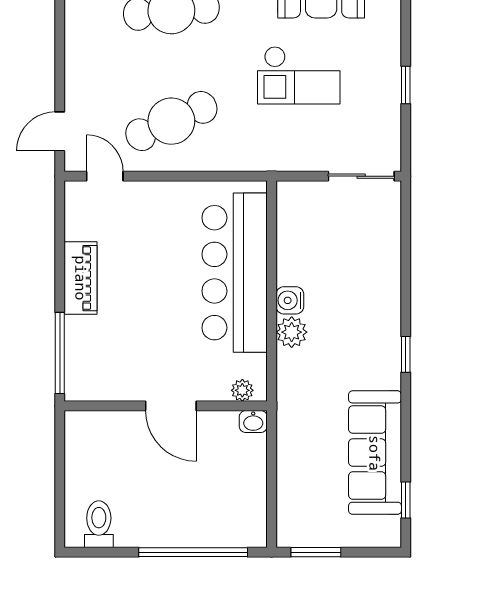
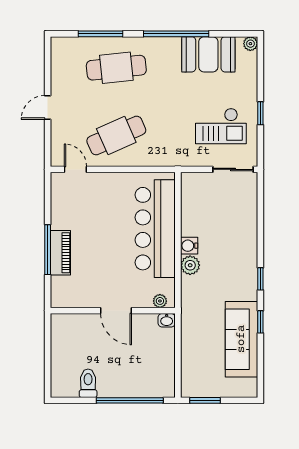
checkout: (299, 75) -> (221, 126), moved
door: (60, 131) -> (48, 108), moved
piano: (81, 278) -> (60, 253), moved
window: (60, 353) -> (48, 250), moved
window: (406, 500) -> (260, 322), moved
toilet: (99, 524) -> (88, 383), moved

